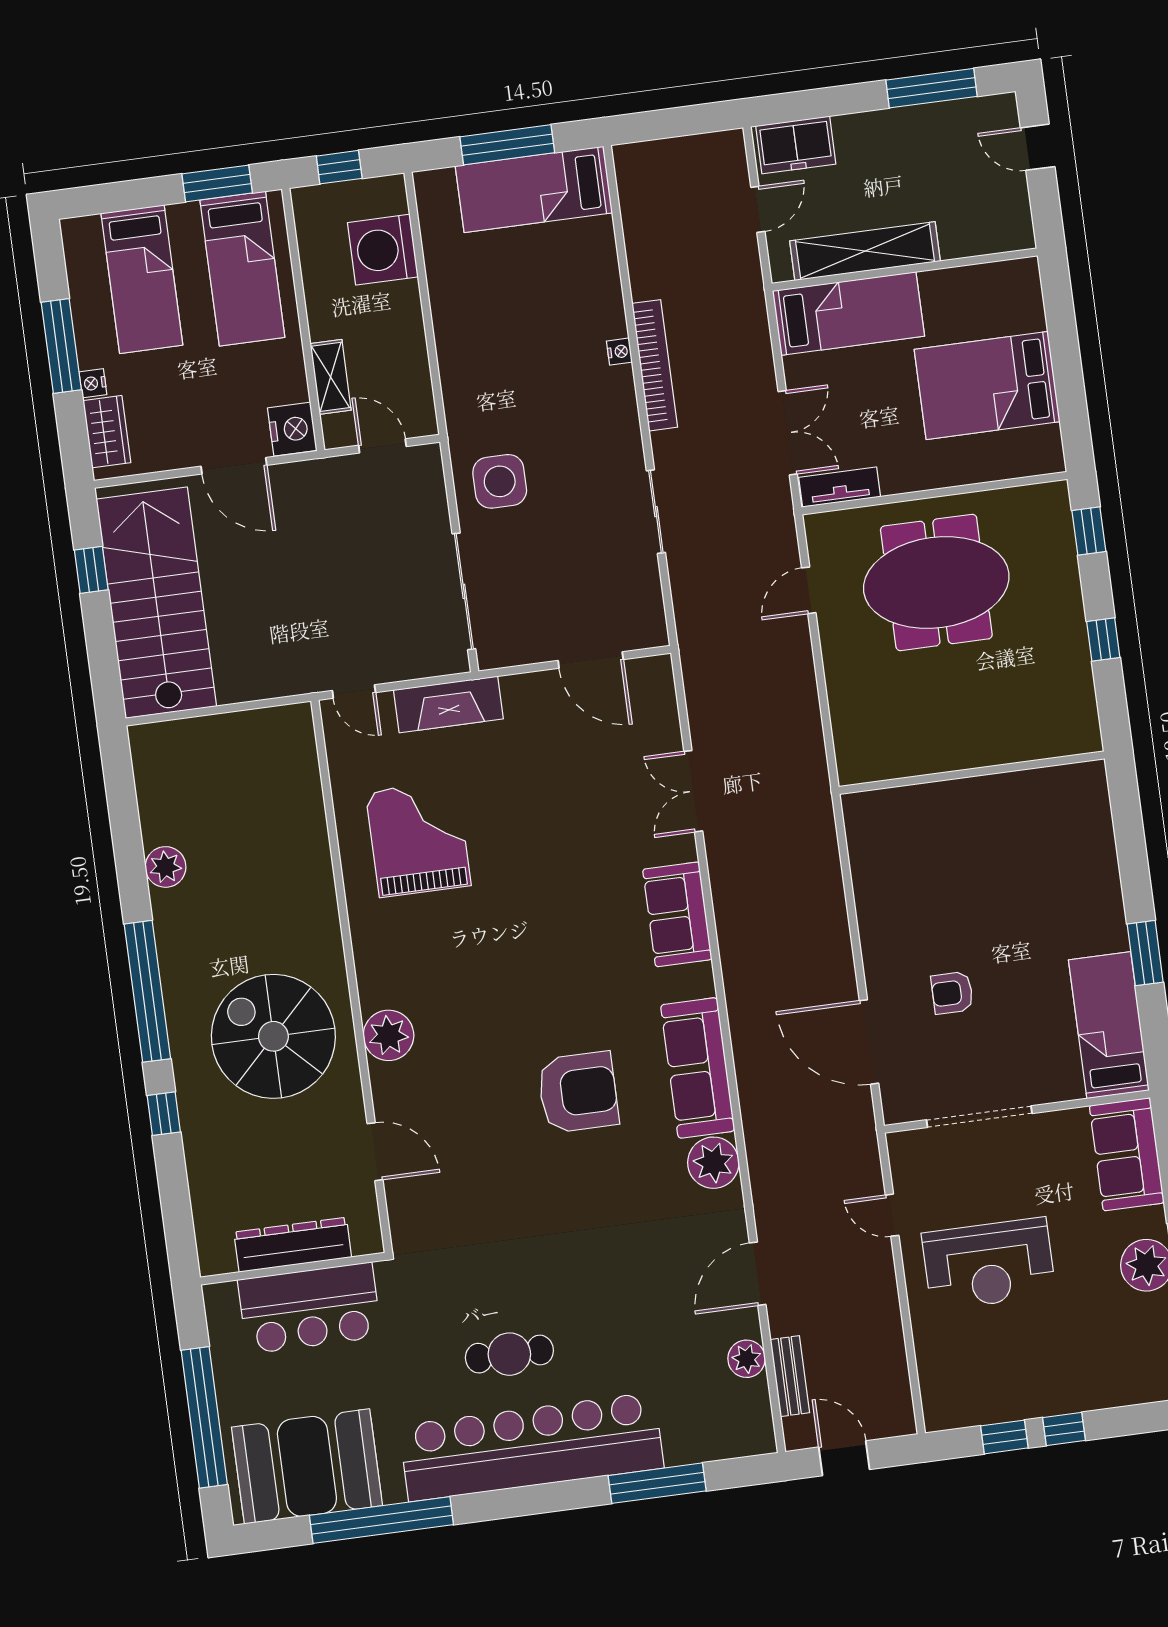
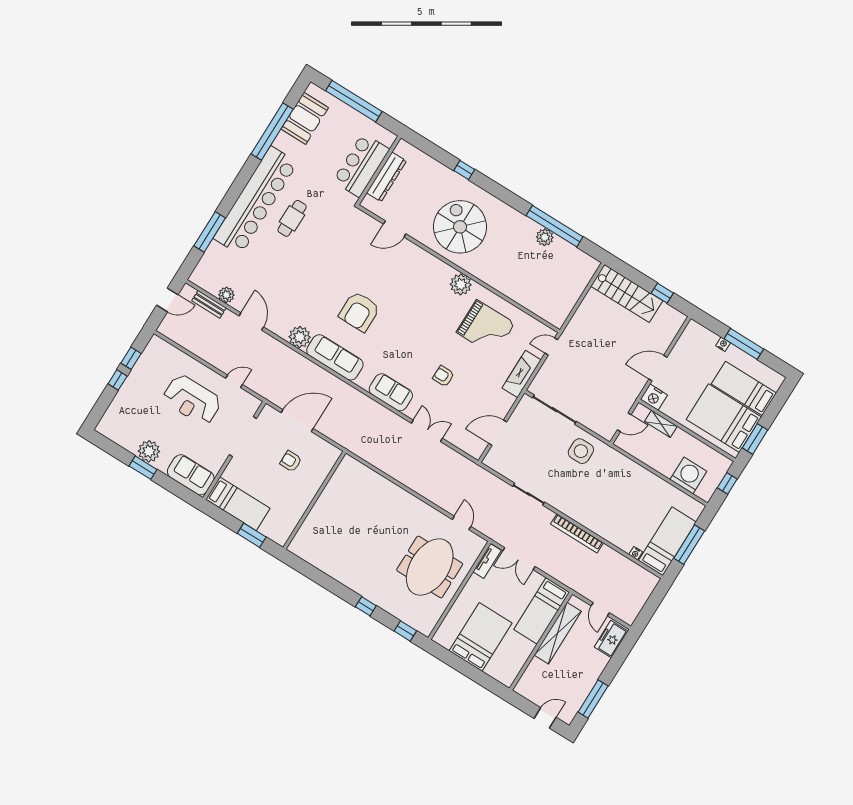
bed: (242, 269) -> (724, 418), width x1.50
nightstand: (619, 352) -> (636, 553), moved
wardrobe: (107, 432) -> (703, 336), removed
stairs: (156, 603) -> (627, 293), width x0.73, depth x0.66
wall: (972, 773) -> (314, 500), moved
armchair: (569, 843) -> (443, 376), added
window: (147, 991) -> (555, 226), moved
armchair: (952, 993) -> (291, 461), turned -90
plant: (389, 1035) -> (461, 284), moved
spiral stairs: (273, 1036) -> (460, 227), turned -90
reception desk: (989, 1264) -> (192, 400), turned -90
booth: (307, 1466) -> (305, 118), width x0.73, depth x0.70

